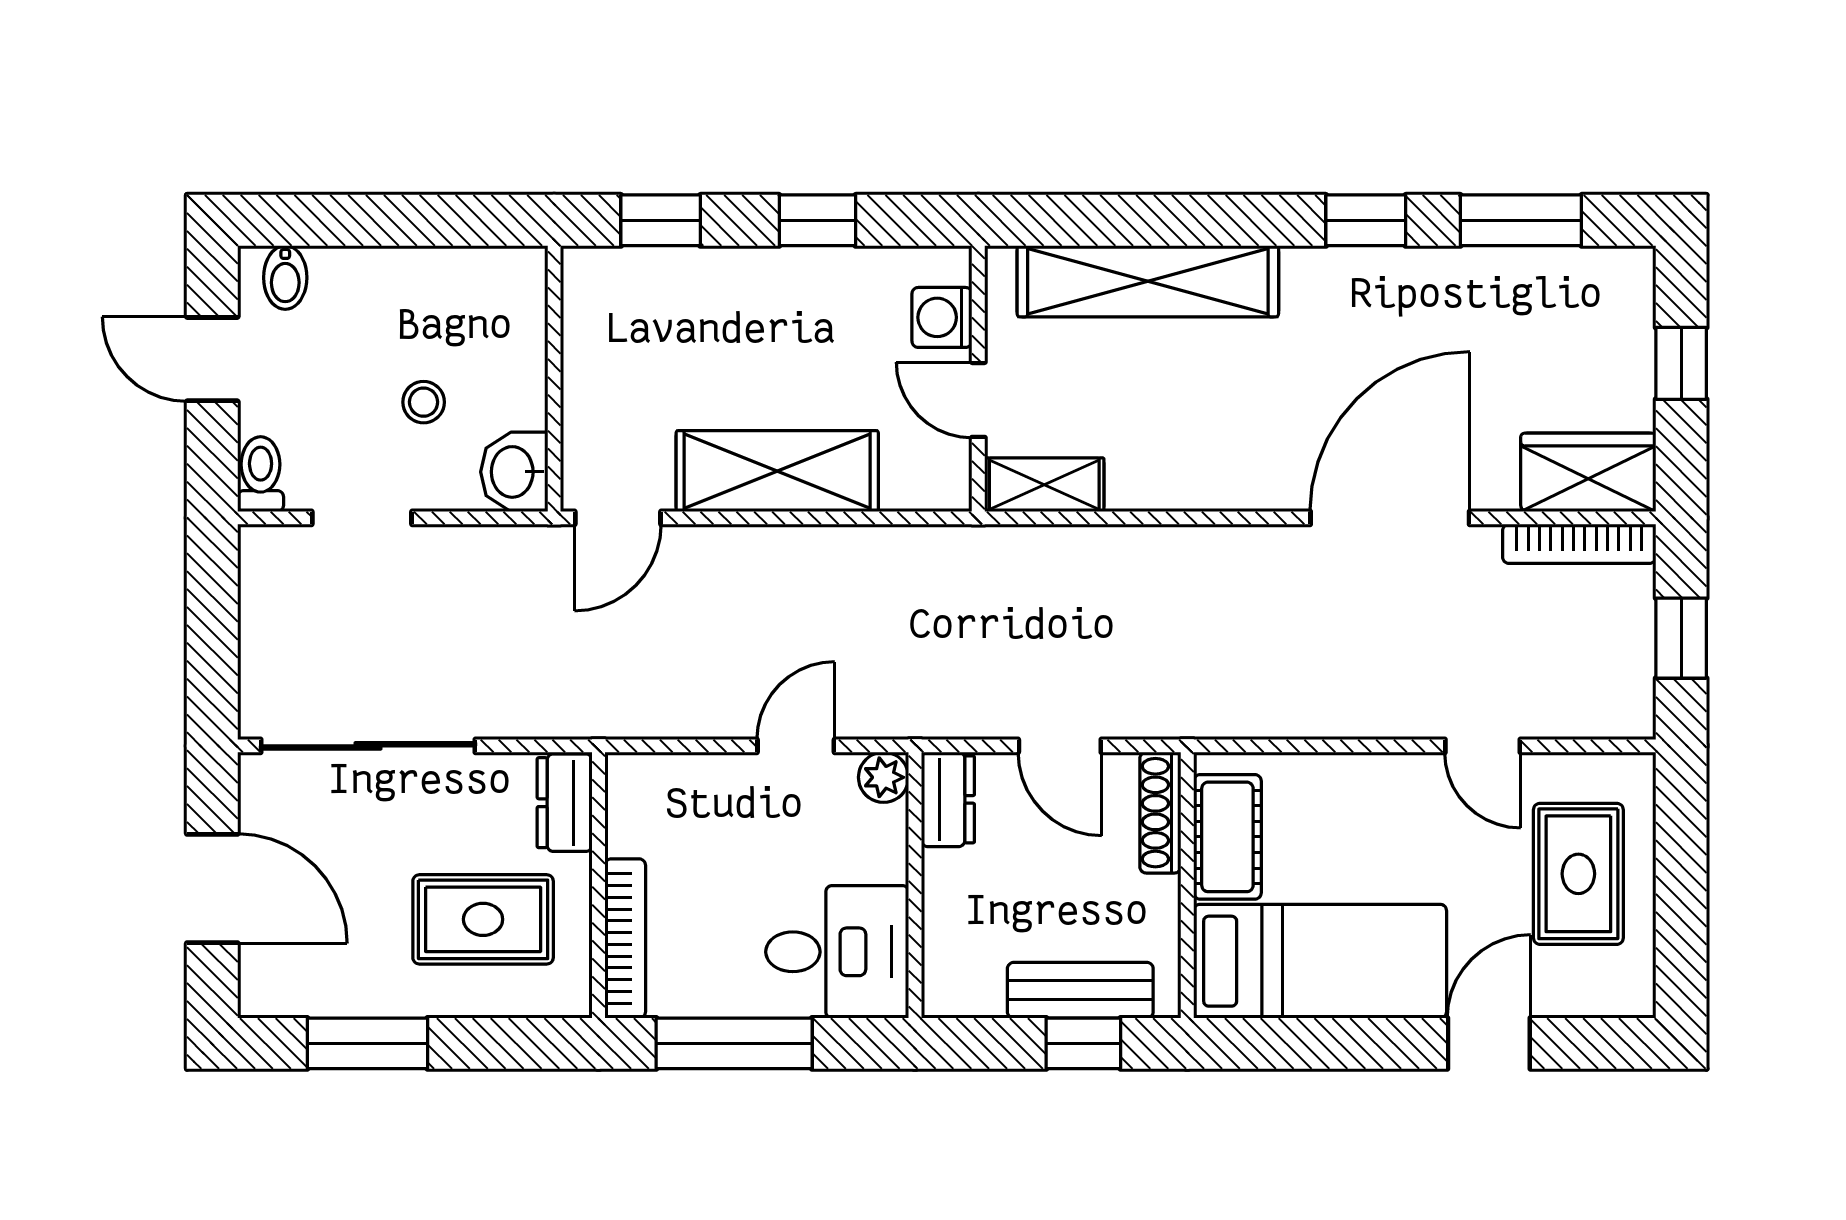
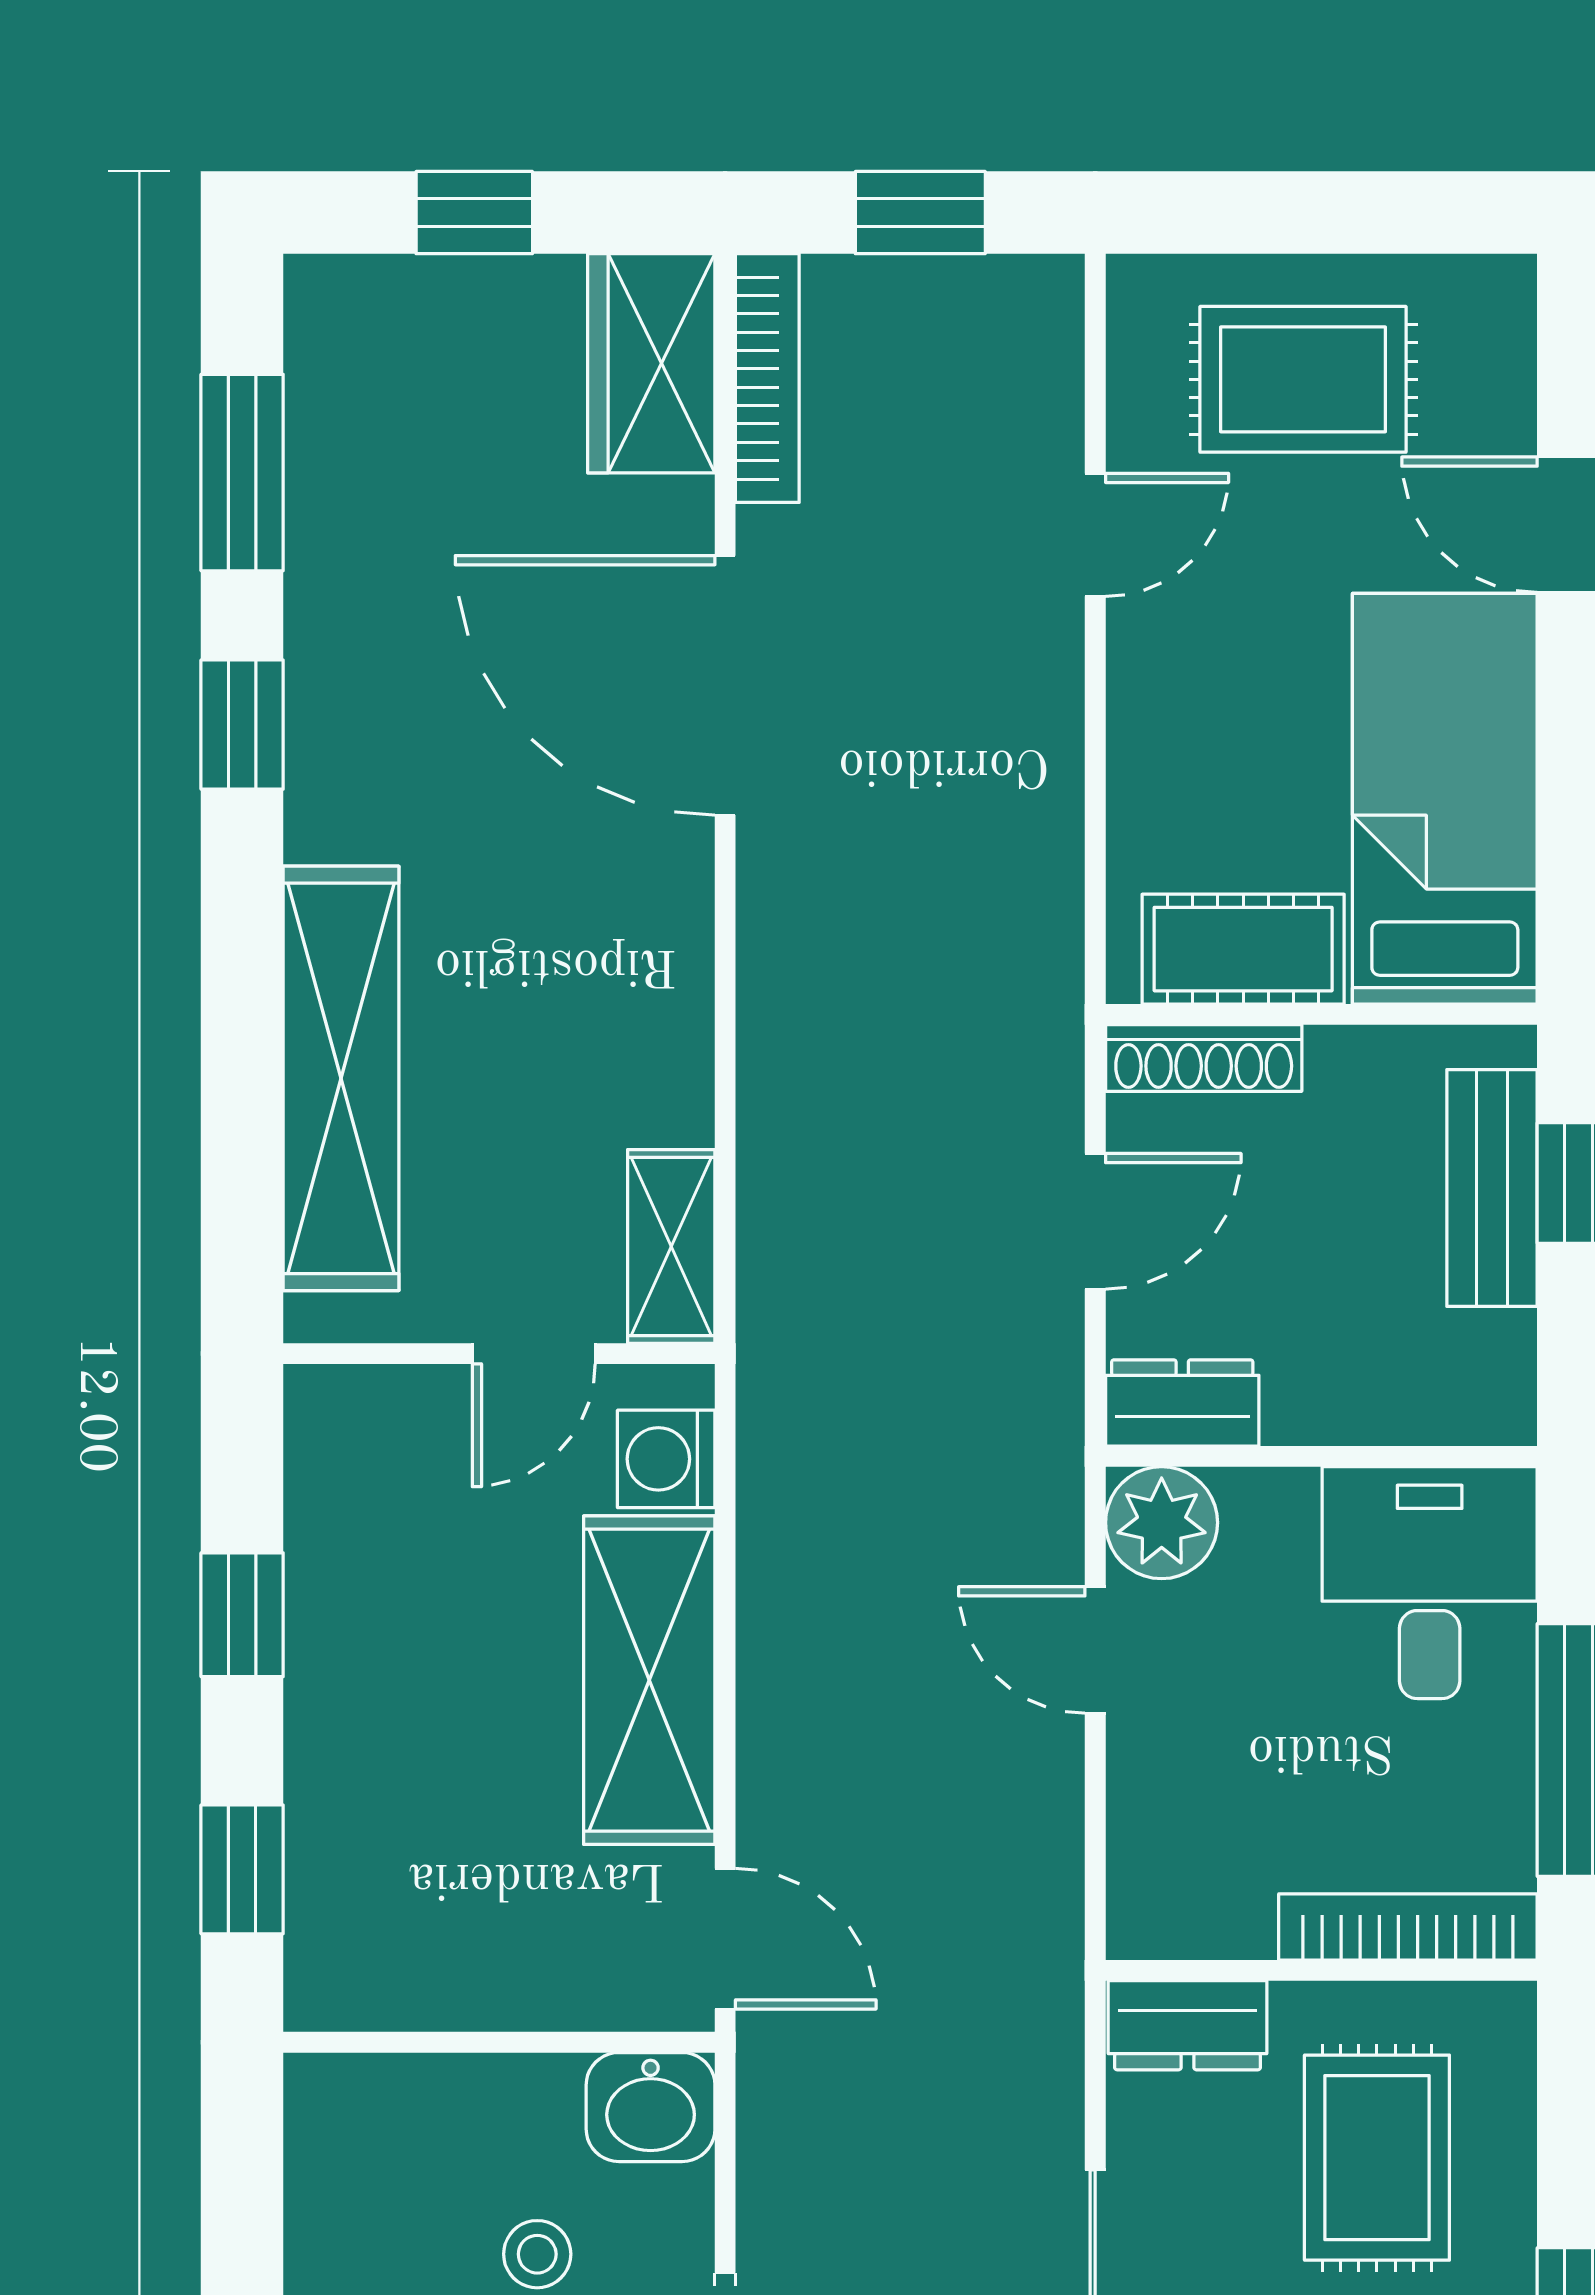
washing machine: (942, 317) -> (666, 1459), moved, turned 90
plant: (884, 777) -> (1162, 1523), width x1.38, depth x1.38

